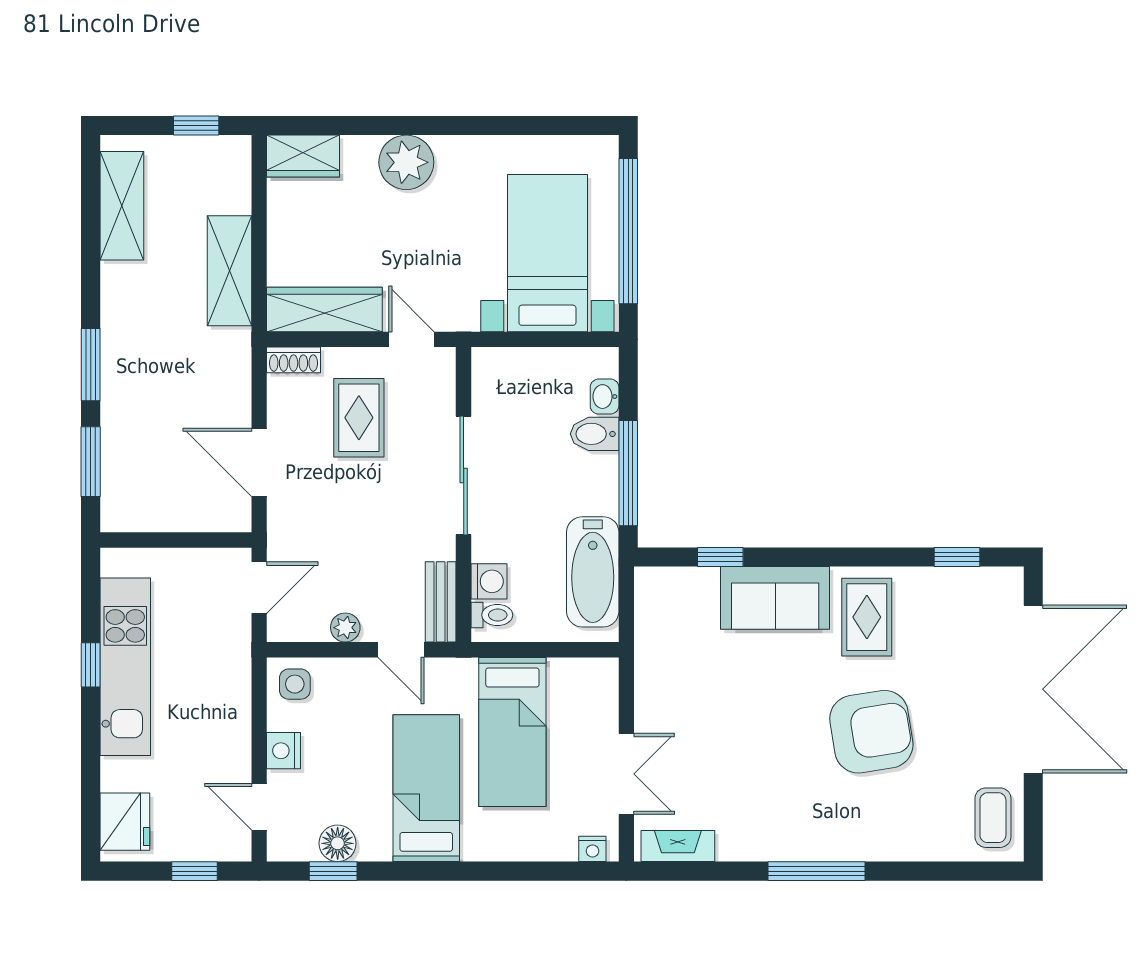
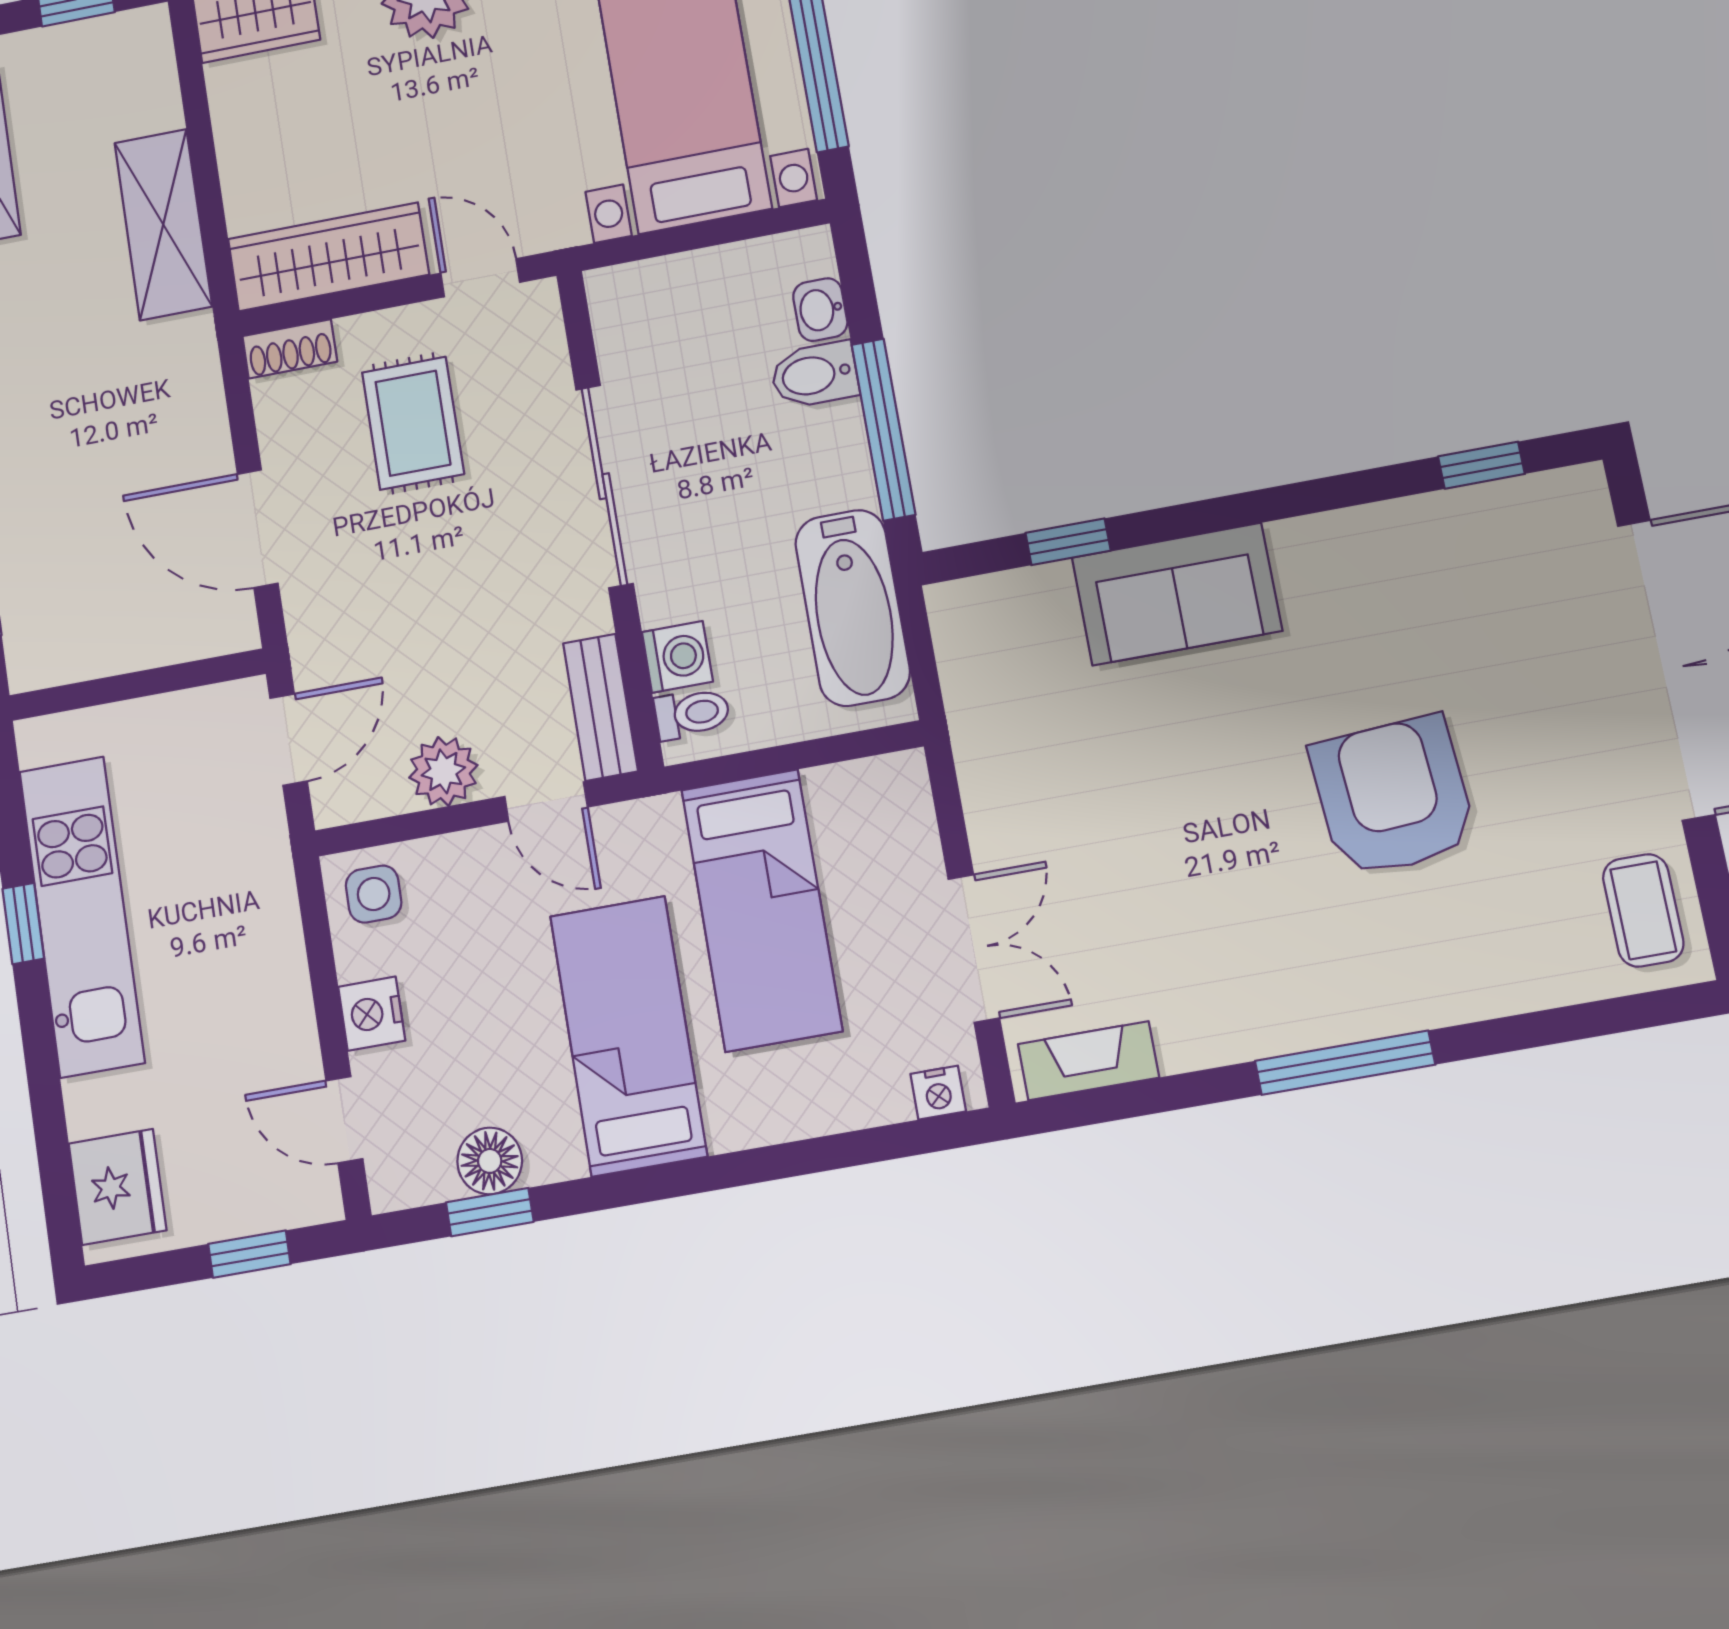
rug: (867, 617) -> (1344, 598), removed
plant: (345, 628) -> (443, 771), width x1.38, depth x1.38
armchair: (871, 732) -> (1393, 796), turned -85

